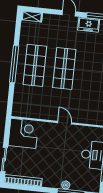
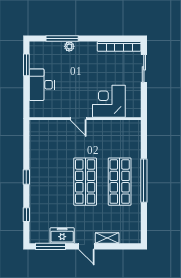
shelving: (32, 17) -> (107, 238), moved
corner desk: (23, 133) -> (109, 101), moved, turned 90

